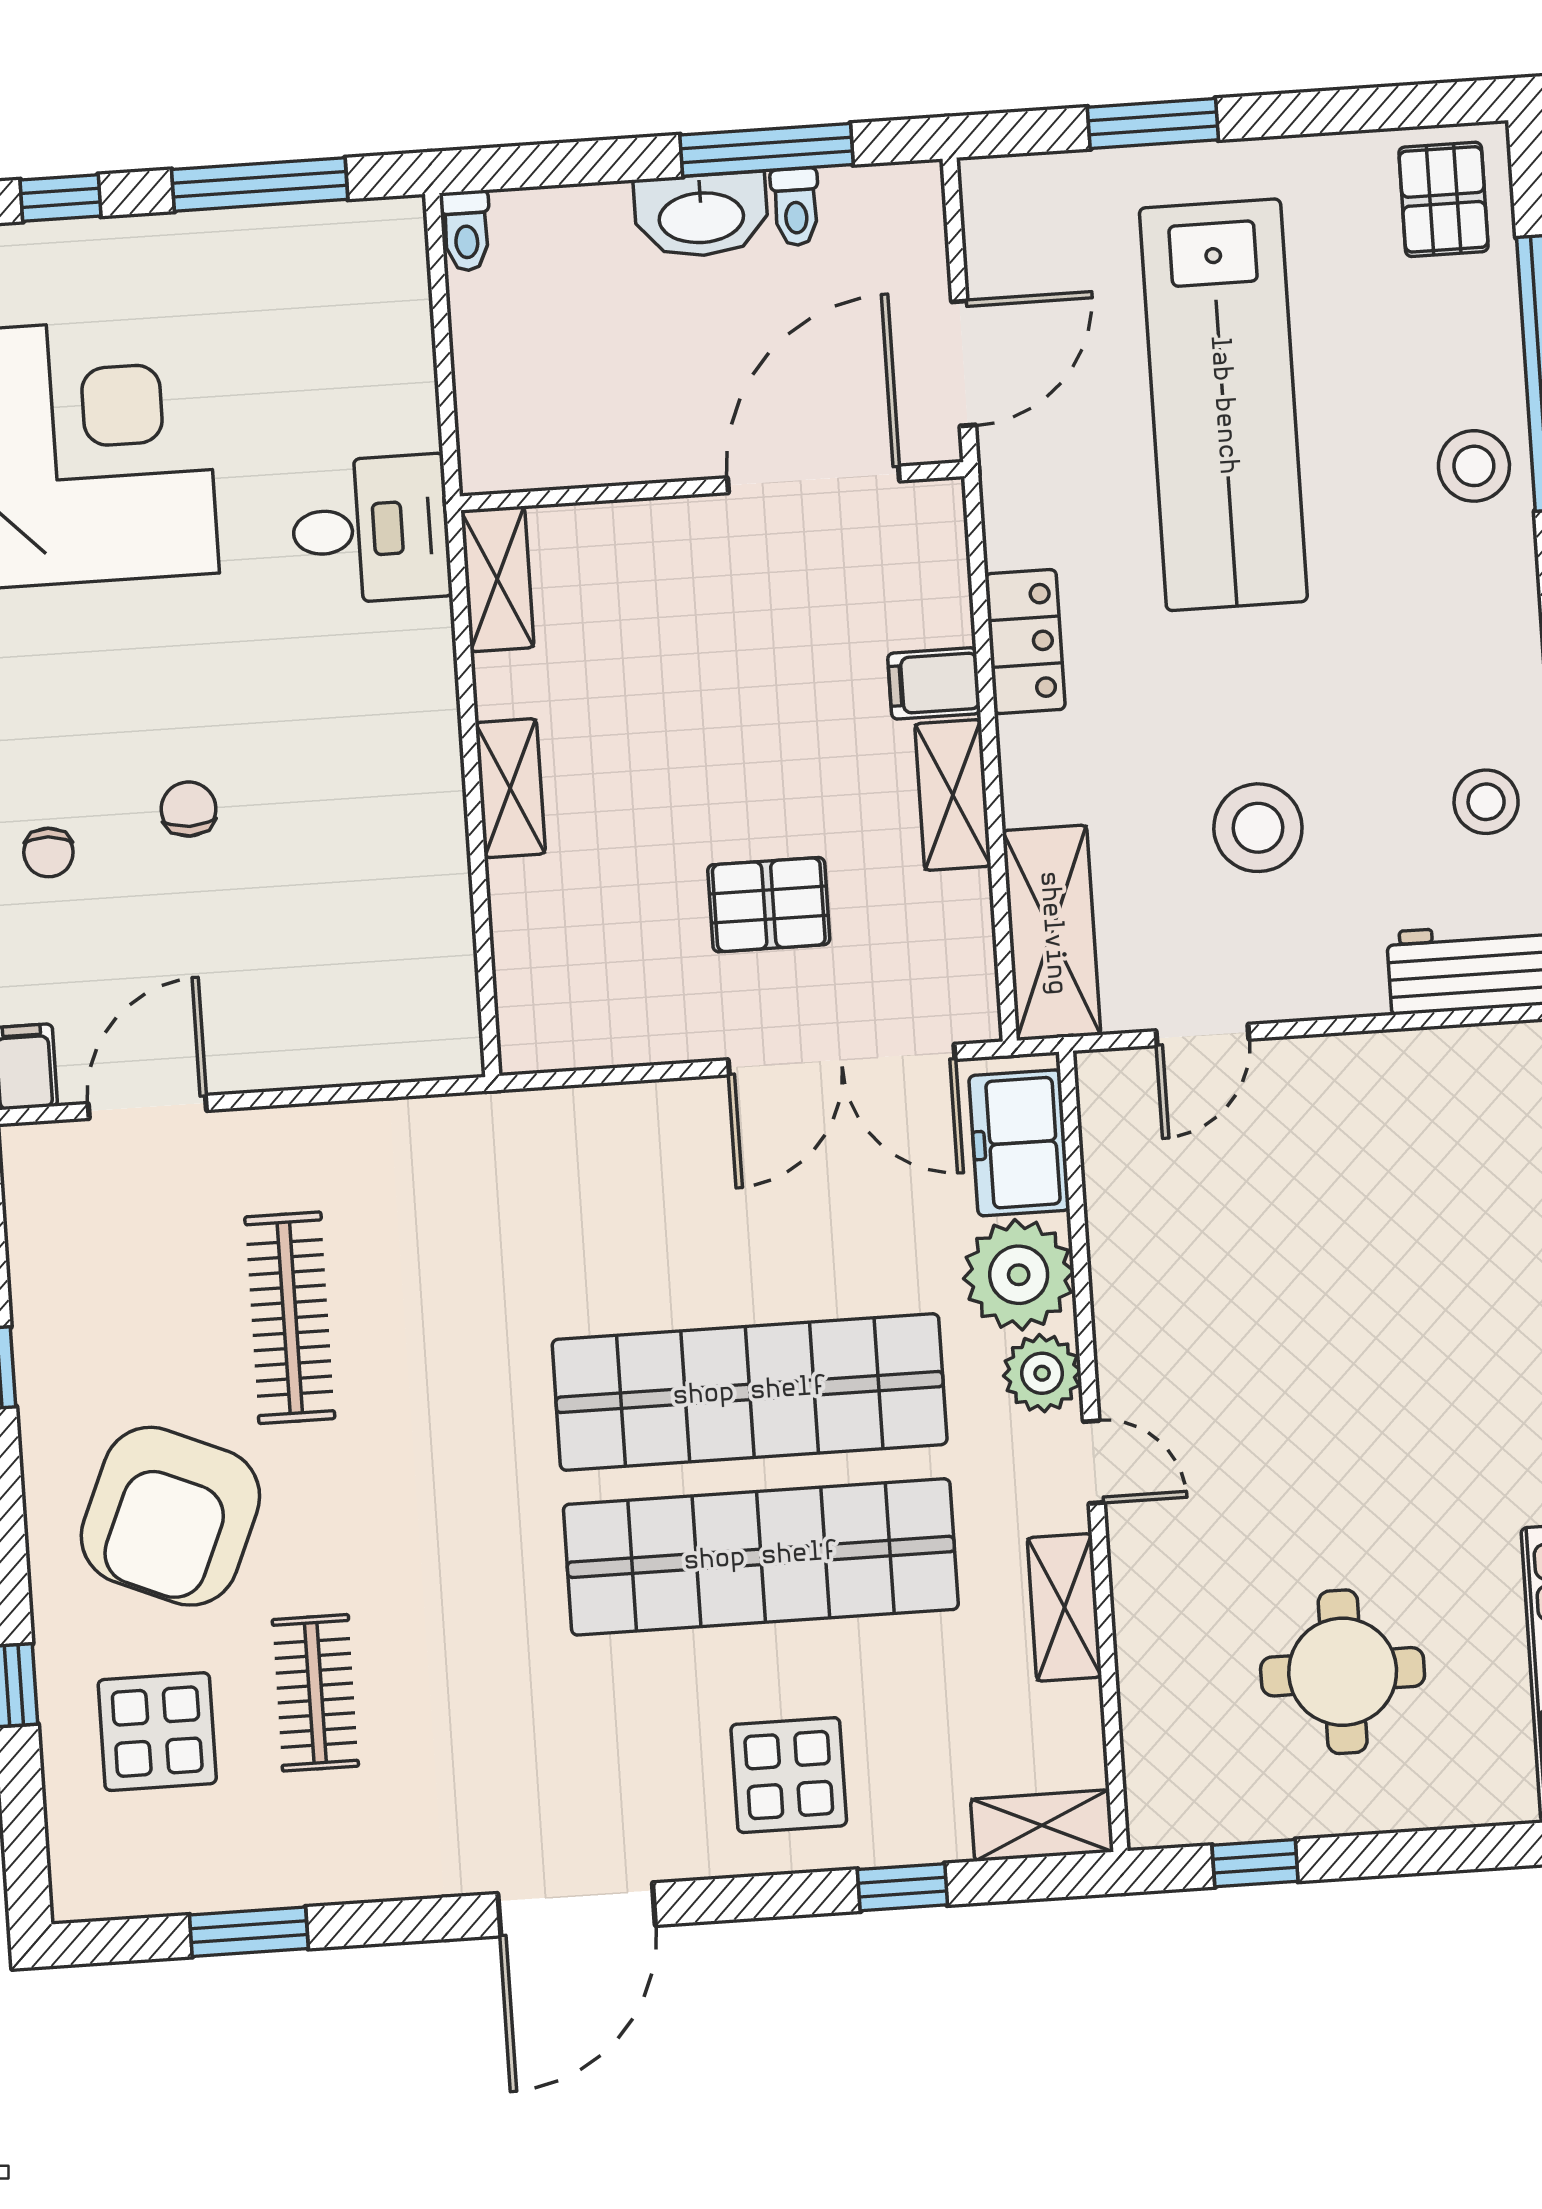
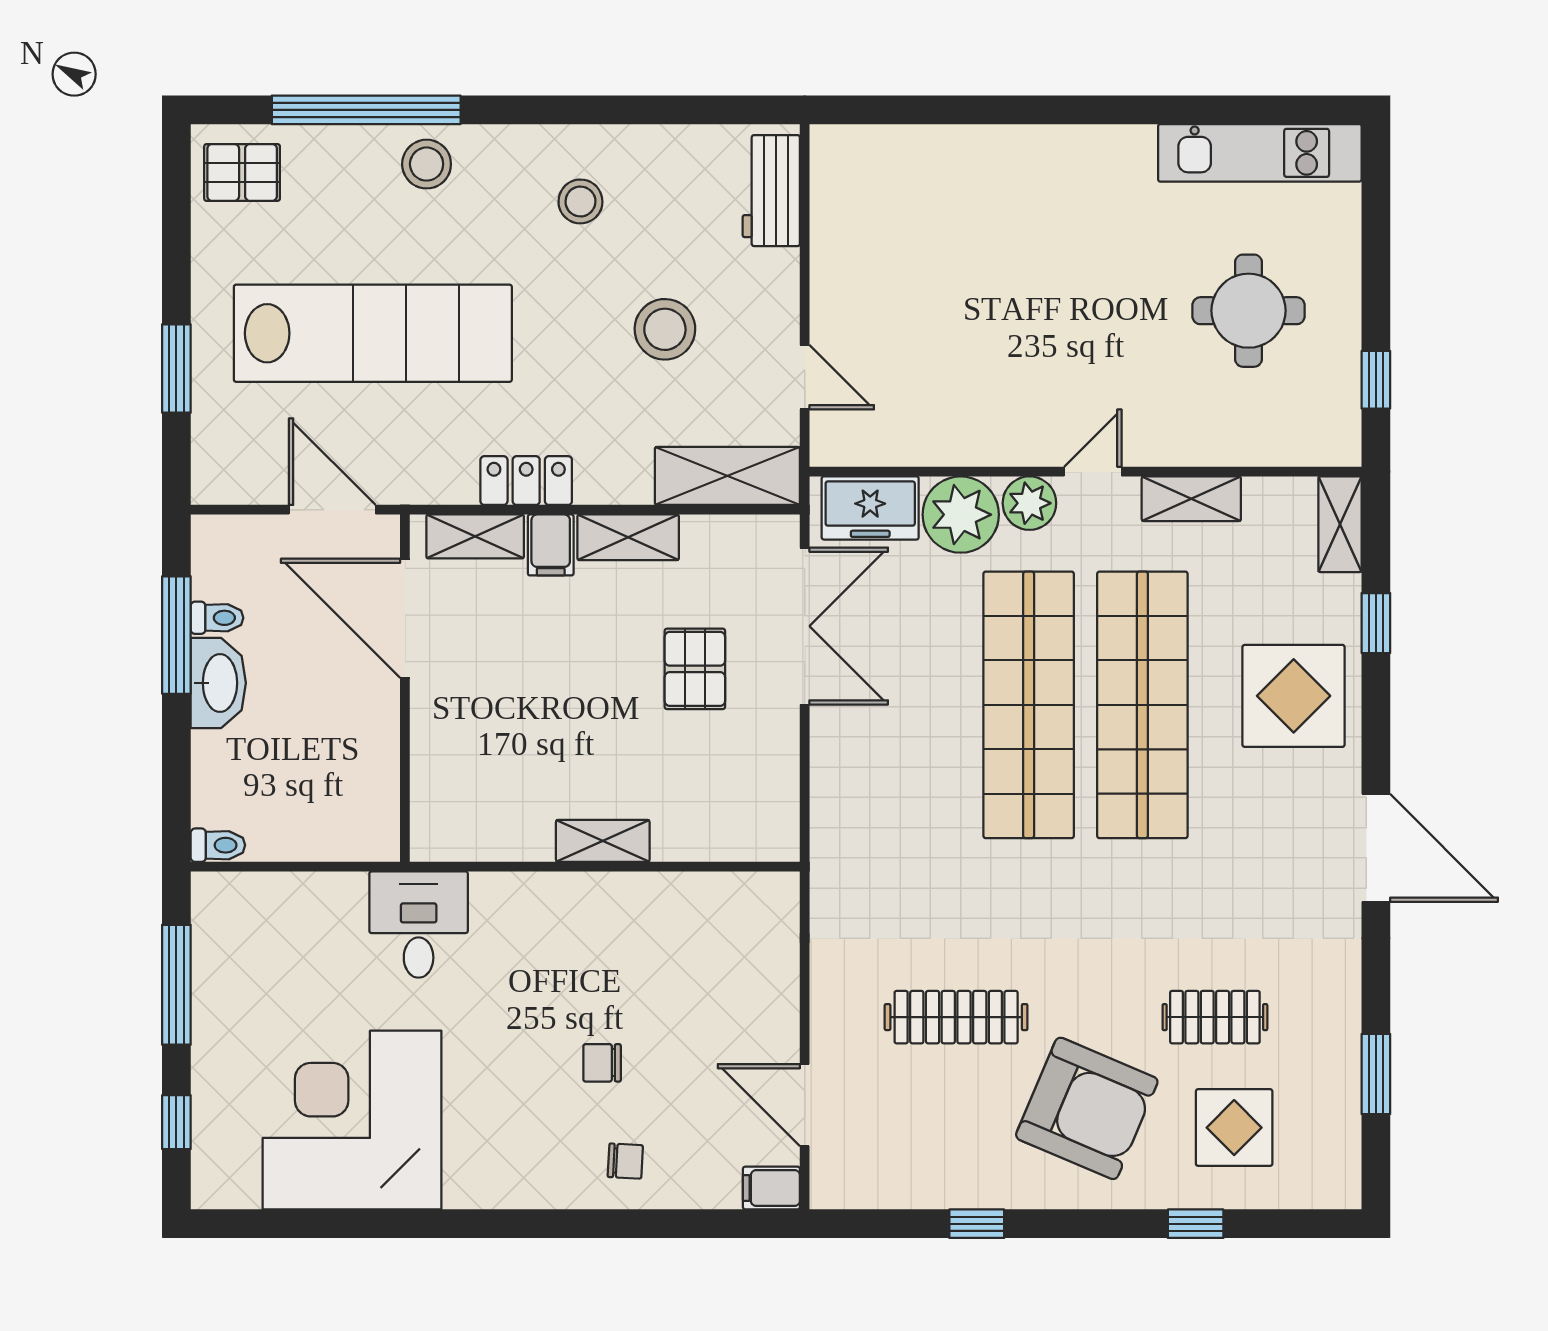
shelving: (497, 579) -> (475, 536), moved
stool: (1486, 802) -> (580, 201), moved
display table: (789, 1775) -> (1294, 696), width x1.36, depth x1.36

